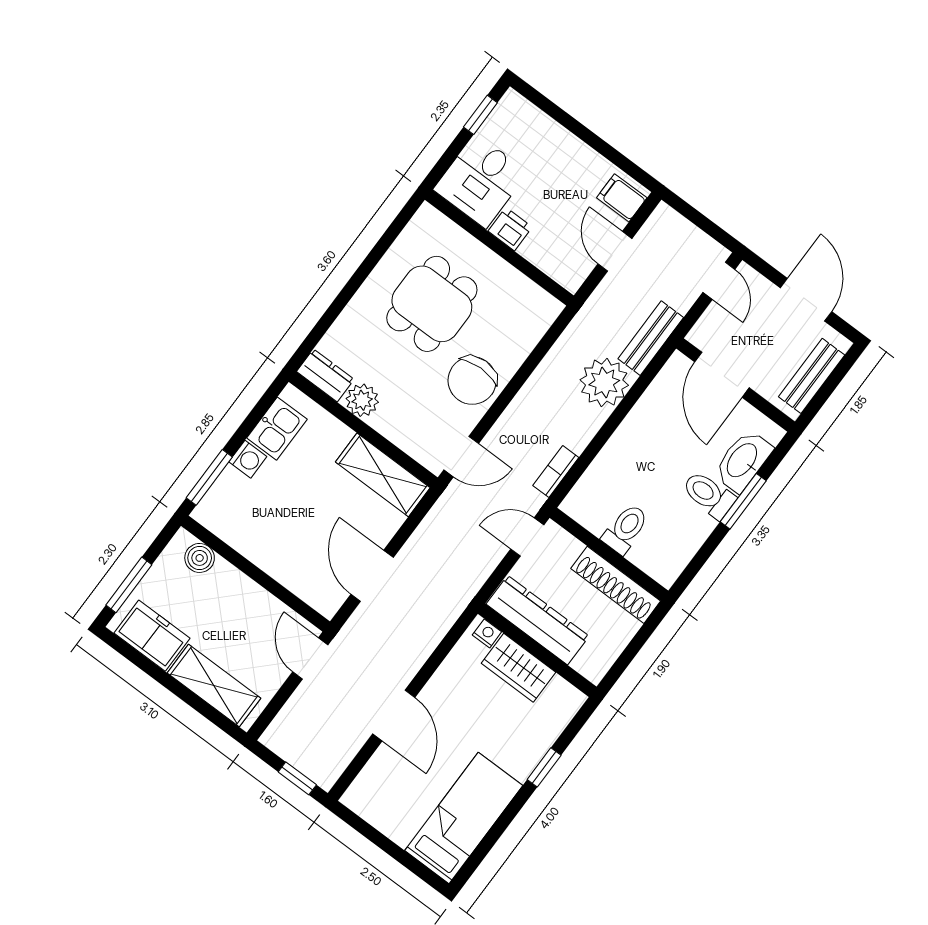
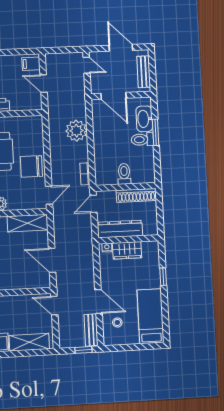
bench: (651, 338) -> (91, 330), moved
chair: (472, 380) -> (31, 166), turned 91
stool: (396, 780) -> (117, 322), added

